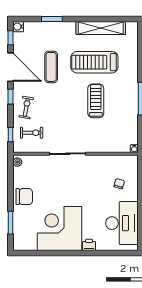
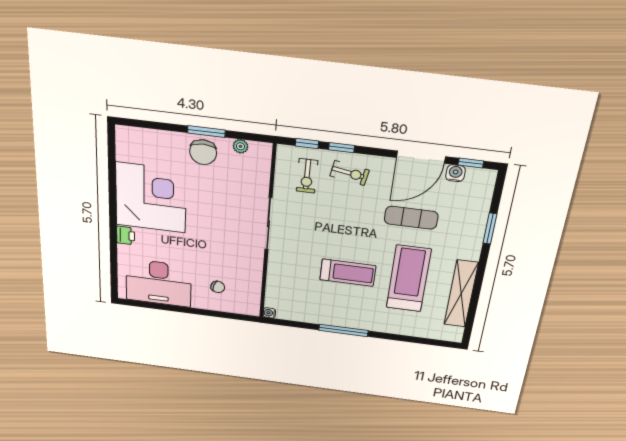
water cooler: (18, 27) -> (455, 173), moved
window: (10, 97) -> (342, 148), moved
plant: (17, 162) -> (240, 146), moved
window: (10, 223) -> (206, 132), moved

